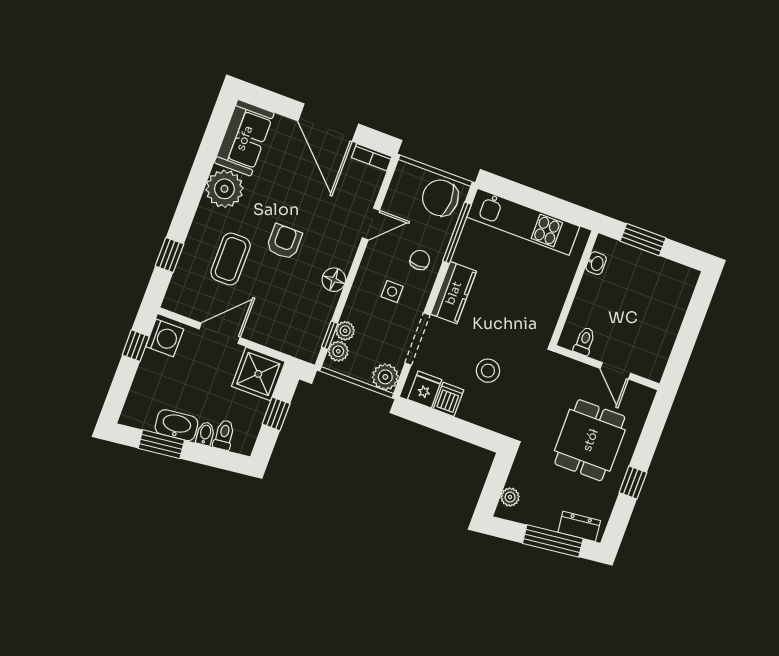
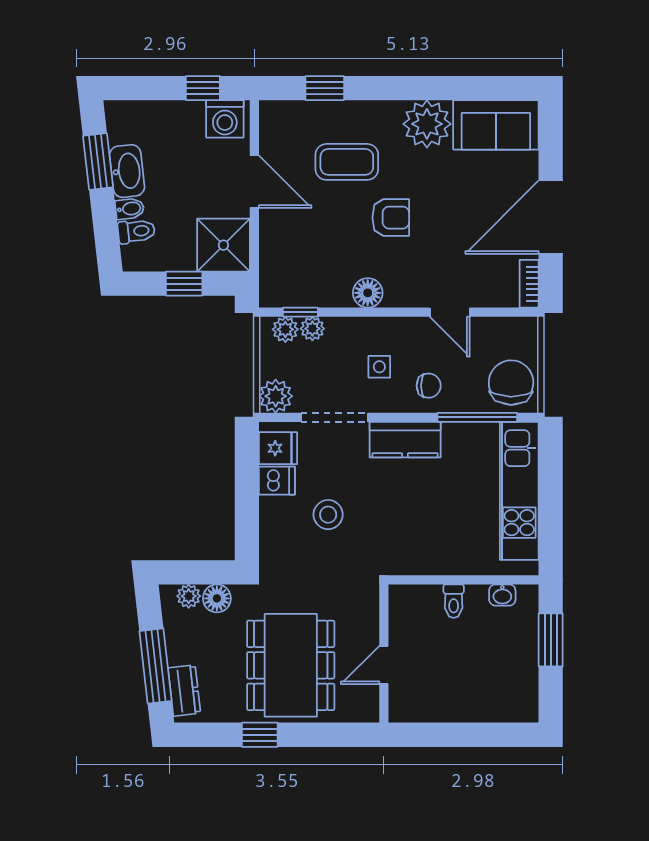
toilet: (584, 341) -> (454, 601), moved, turned 90
dining table: (590, 440) -> (291, 665), width x1.37
floor lamp: (520, 477) -> (217, 598), added

